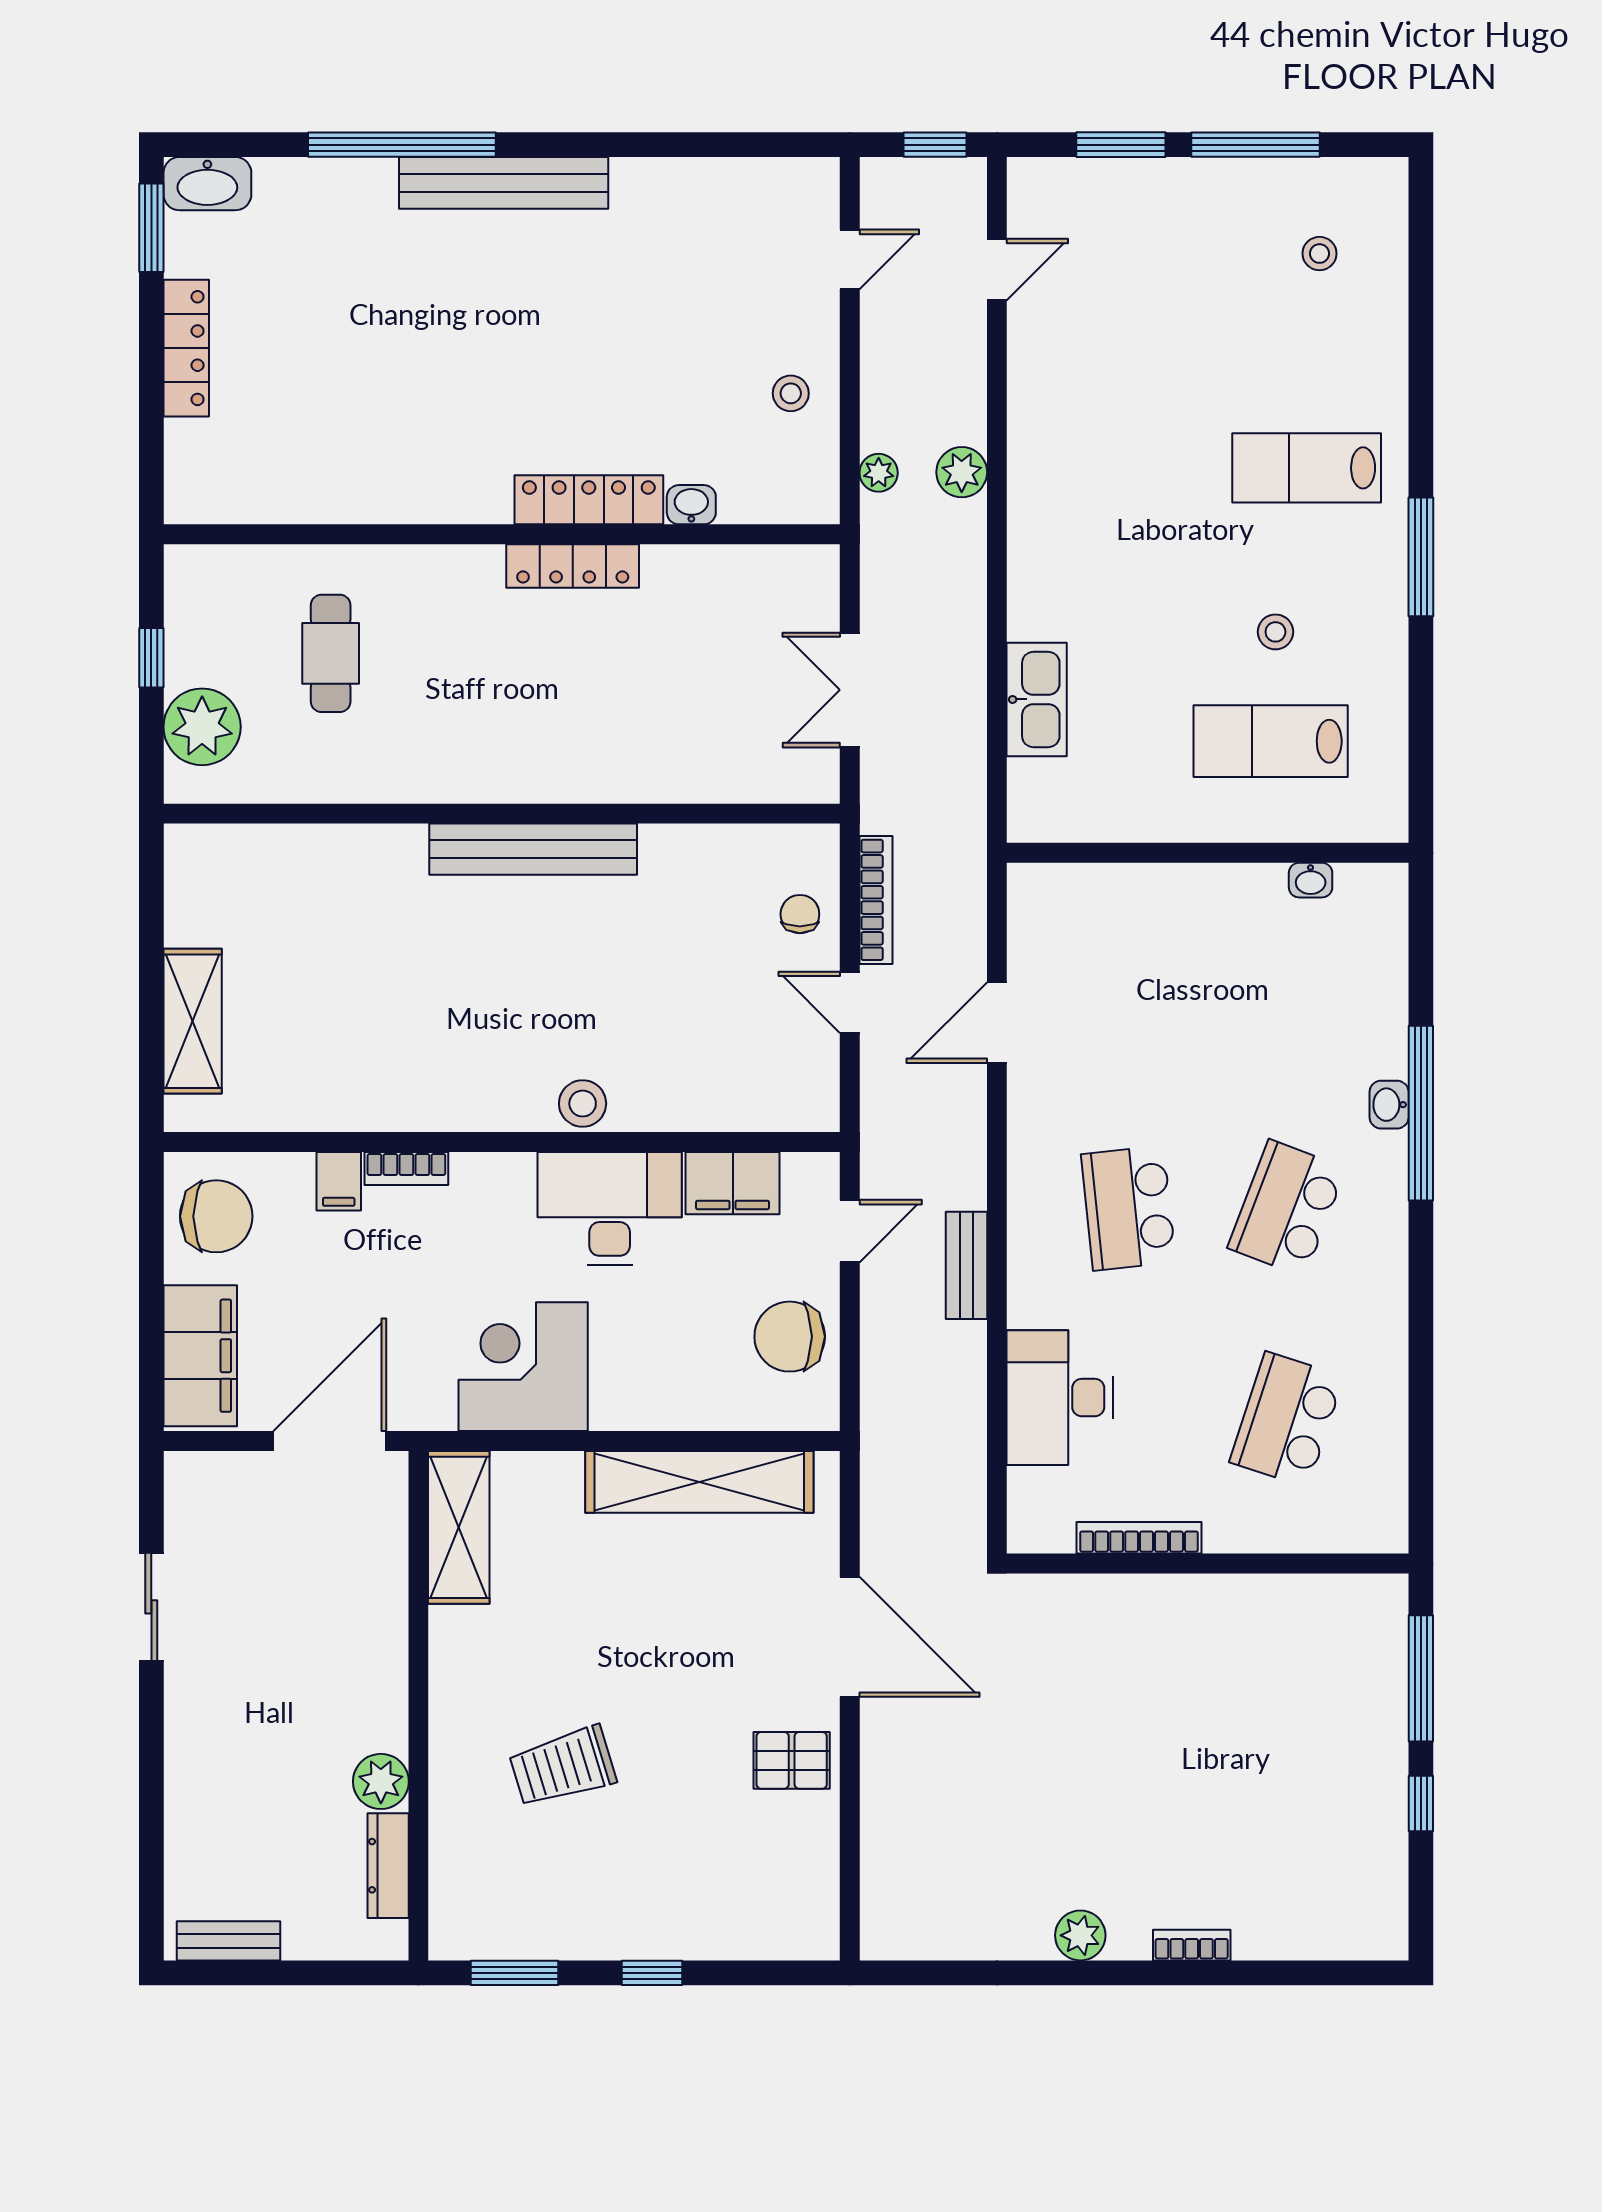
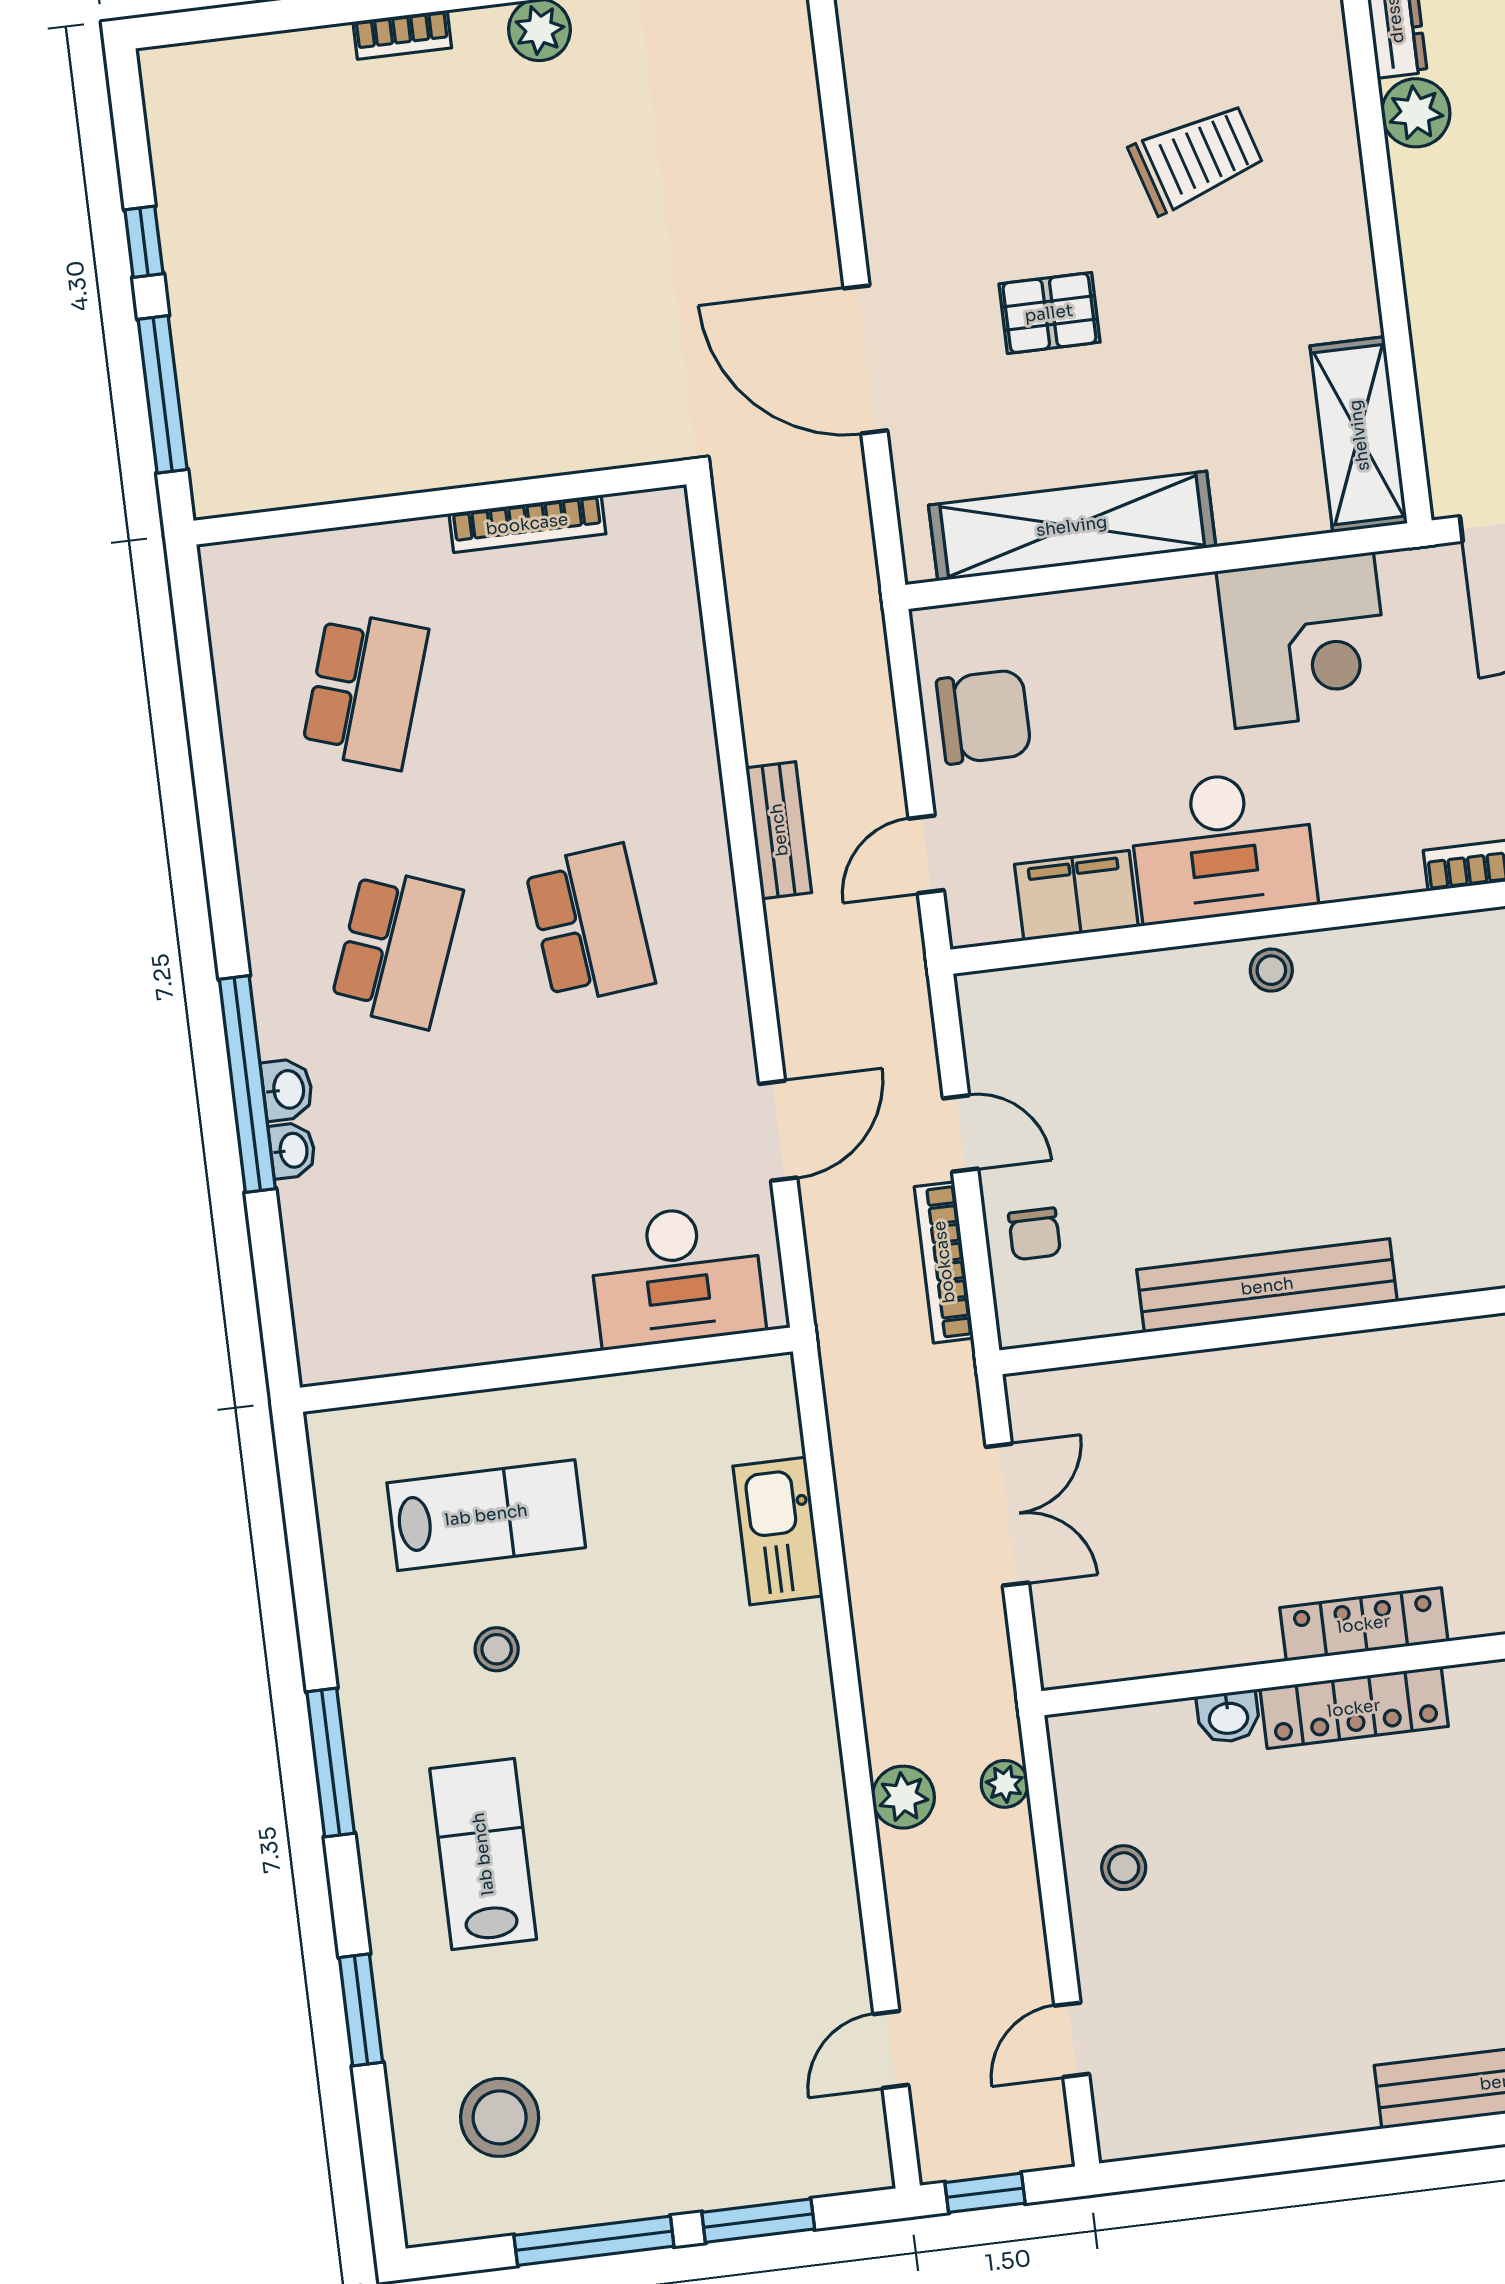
stool: (1320, 254) -> (500, 2117), width x1.89, depth x1.89
window: (1421, 354) -> (361, 2010), added
lab bench: (1307, 468) -> (483, 1854), turned -90
bench: (533, 849) -> (1267, 1286), moved
washbasin: (1311, 880) -> (292, 1150), moved, turned 90
stool: (583, 1104) -> (1271, 970), width x0.73, depth x0.73
desk: (1060, 1398) -> (677, 1276), moved, turned 90
pallet: (792, 1760) -> (1049, 313), moved

